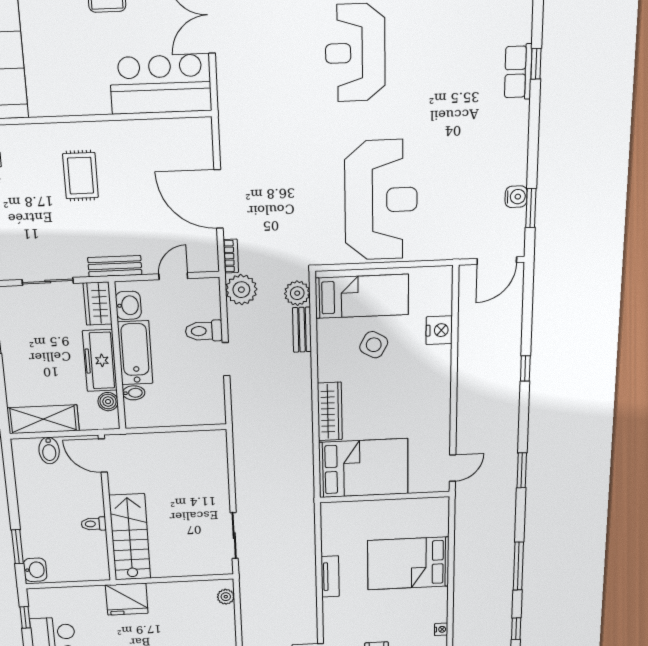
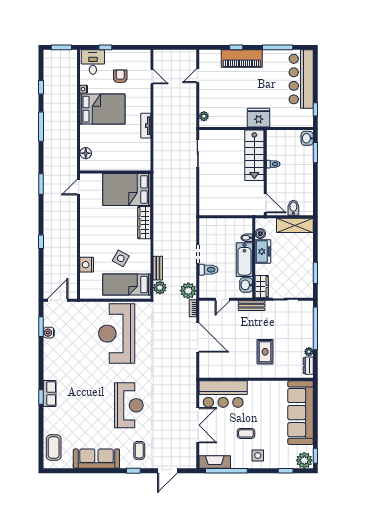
freezer: (100, 361) -> (263, 251), width x0.71
floor lamp: (439, 526) -> (86, 153), added
bed: (408, 563) -> (102, 109), moved

